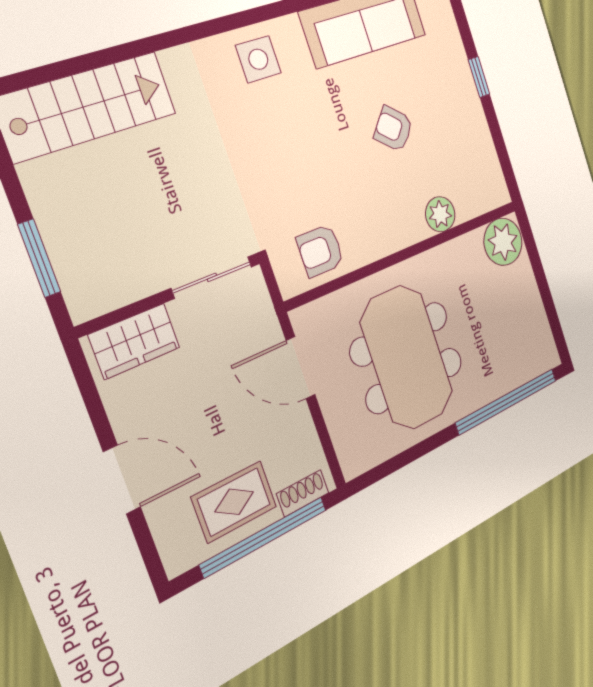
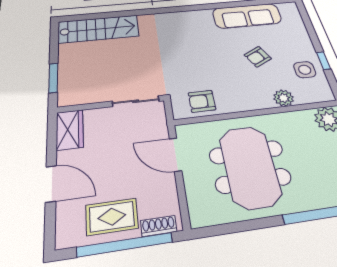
side table: (258, 59) -> (305, 70), moved
window: (479, 77) -> (324, 61), moved
armchair: (393, 129) -> (258, 57), turned -68
wardrobe: (134, 341) -> (70, 130), moved, turned -90

